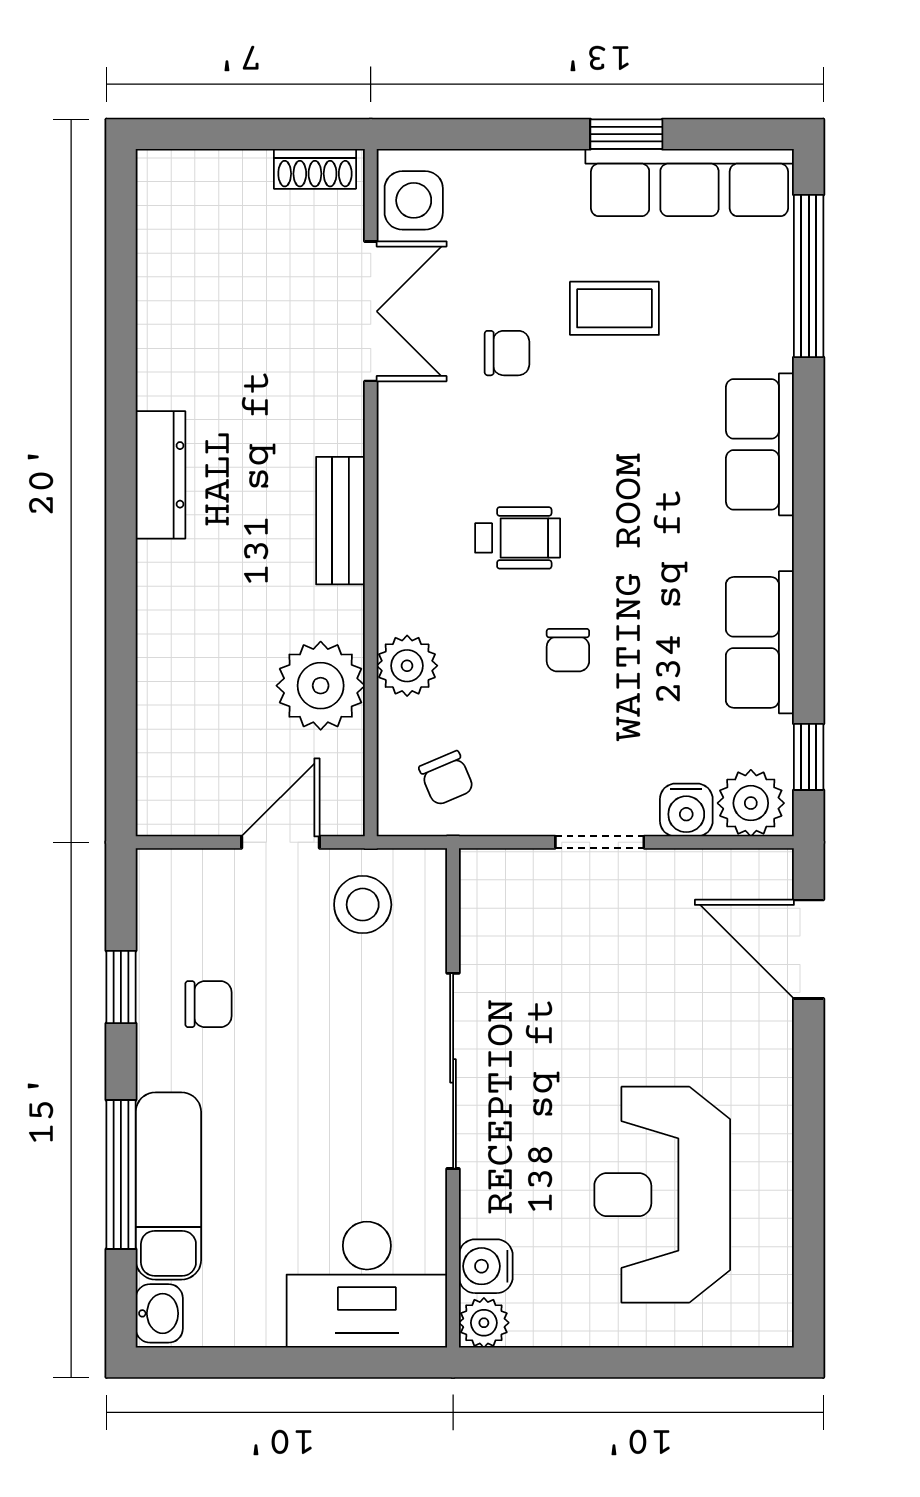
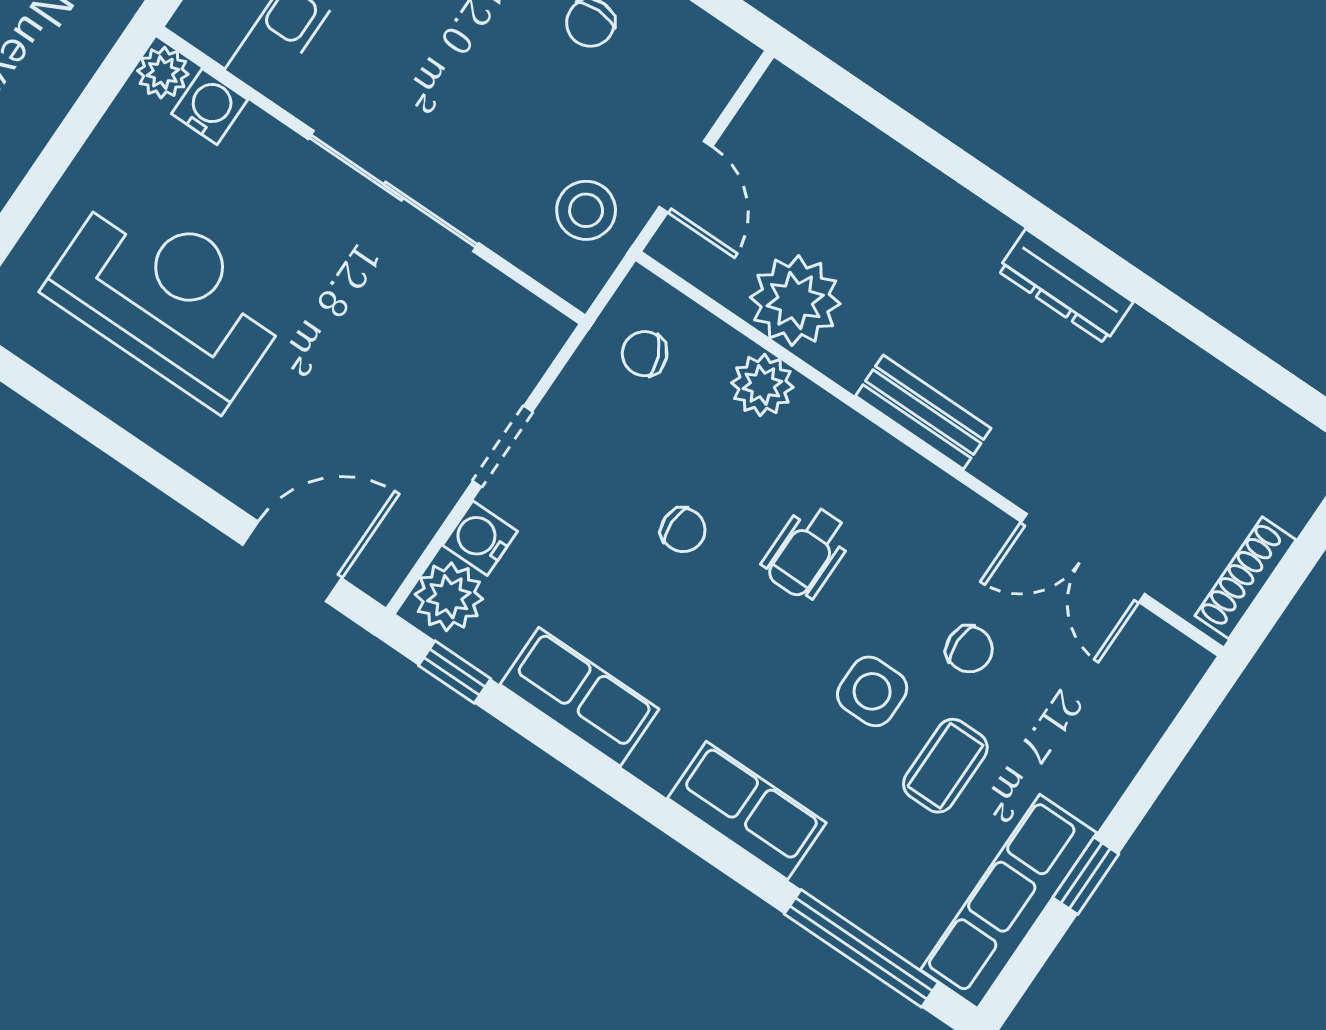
shoe rack: (315, 169) -> (1245, 578), width x1.43
side table: (414, 200) -> (872, 691), moved
chair: (507, 353) -> (969, 649), turned -90
chair: (568, 650) -> (683, 530), turned 180

